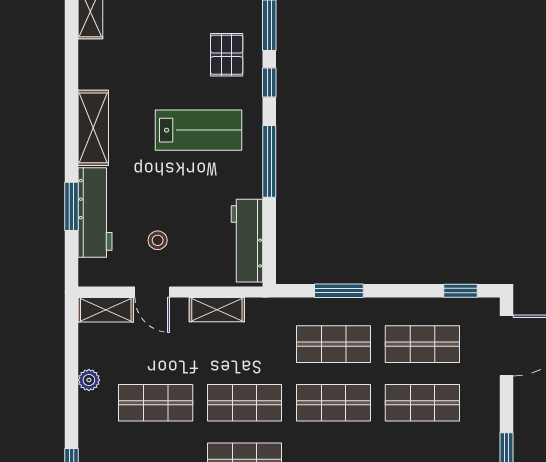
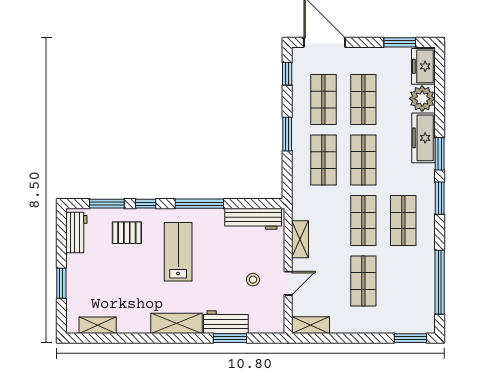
workbench: (95, 213) -> (226, 322), width x0.73
window: (339, 291) -> (287, 134), moved
shelving: (106, 310) -> (311, 325), moved, turned 90
plant: (89, 380) -> (348, 326), removed

